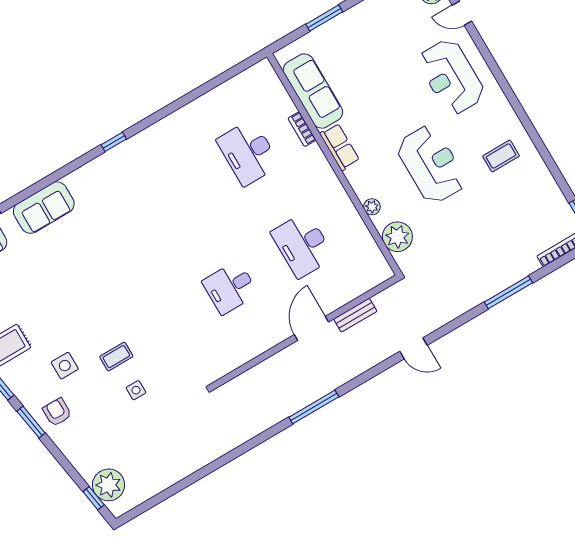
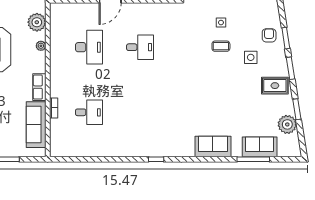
desk: (248, 153) -> (89, 112), width x0.73
armchair: (57, 412) -> (269, 35), turned 180

